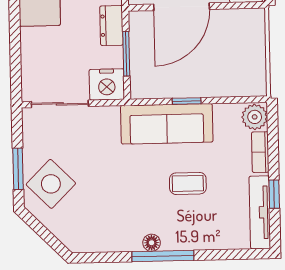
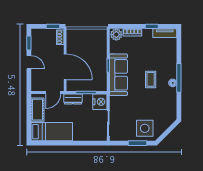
coffee table: (188, 183) -> (151, 79), moved
side table: (51, 184) -> (145, 128), turned 45
tv unit: (260, 212) -> (165, 33), width x0.71

